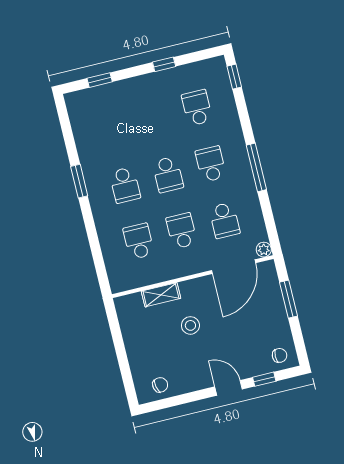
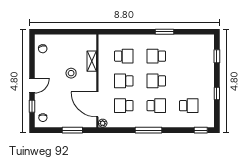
school desk: (182, 231) -> (124, 81), turned 180

